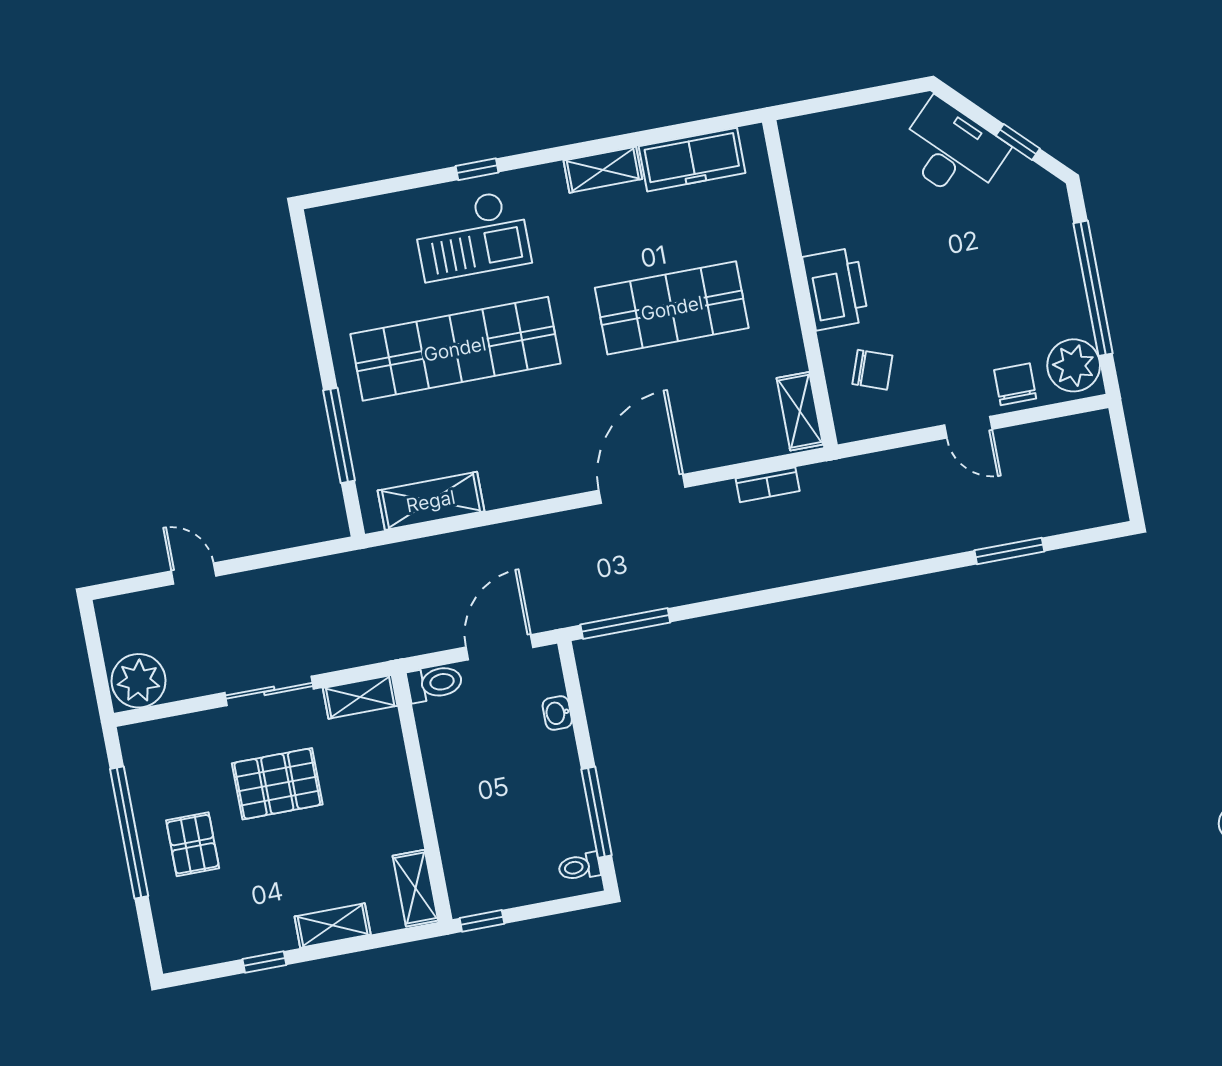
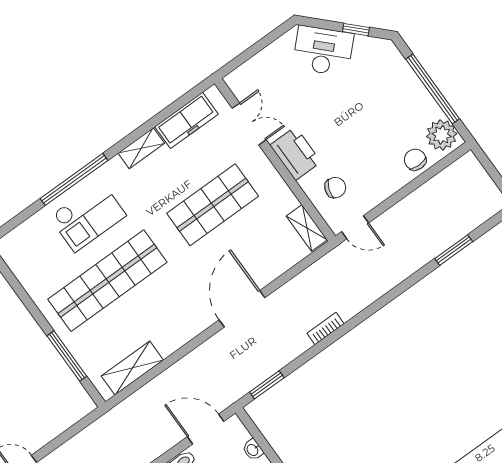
window: (477, 169) -> (74, 179), width x3.17
double door: (786, 210) -> (249, 124), added
door: (968, 427) -> (355, 227), moved
bookcase: (768, 485) -> (326, 328), moved, turned 180
window: (625, 623) -> (267, 385), width x0.69
door: (500, 647) -> (206, 429), hinge flipped

